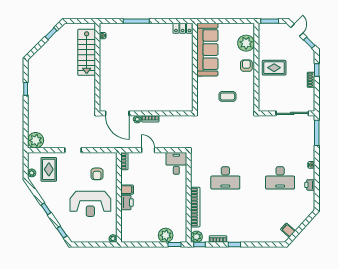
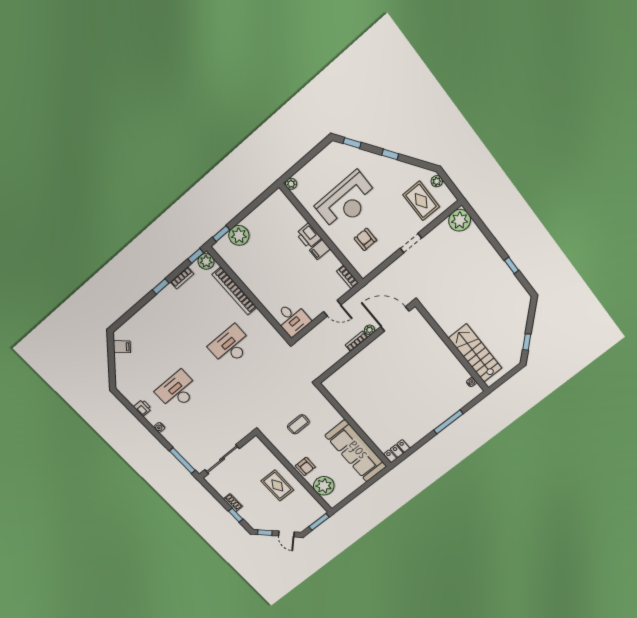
rug: (274, 68) -> (277, 485), turned 90
reception desk: (90, 204) -> (346, 201), turned 180

